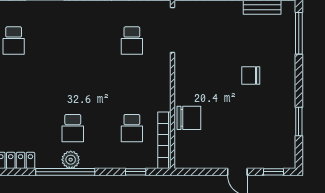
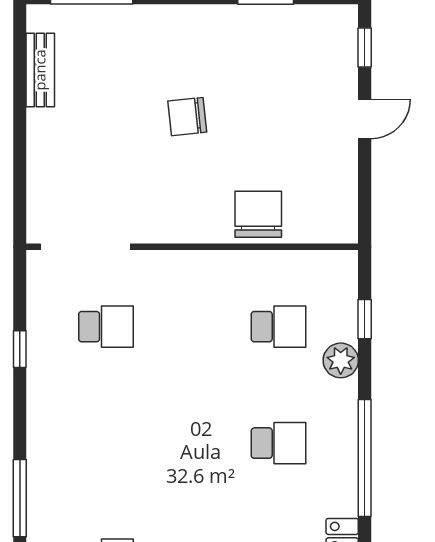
chair: (251, 76) -> (187, 117), moved, turned 84
bookcase: (164, 140) -> (302, 263), removed
plant: (71, 160) -> (341, 360), moved

